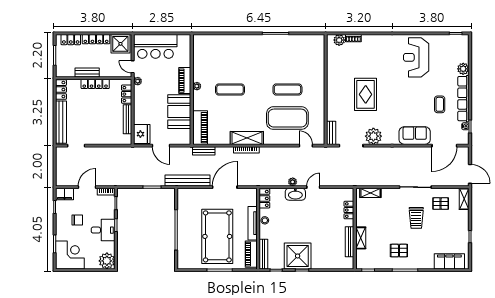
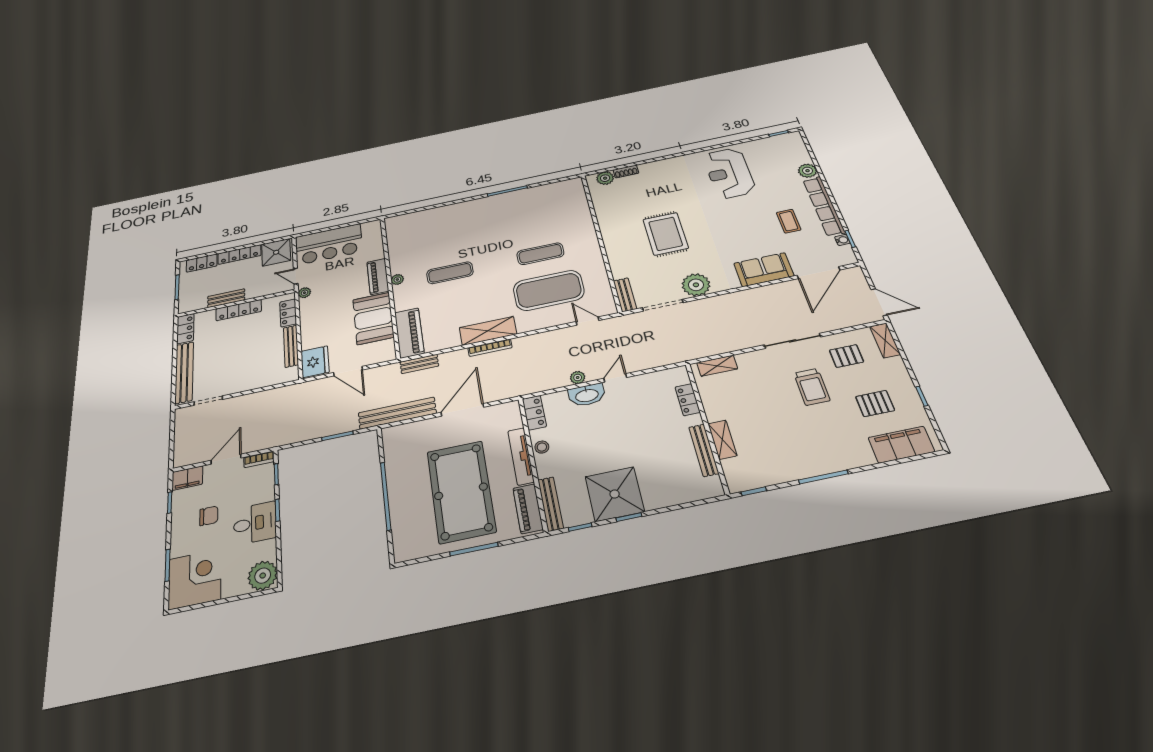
pallet: (399, 251) -> (875, 403), moved

